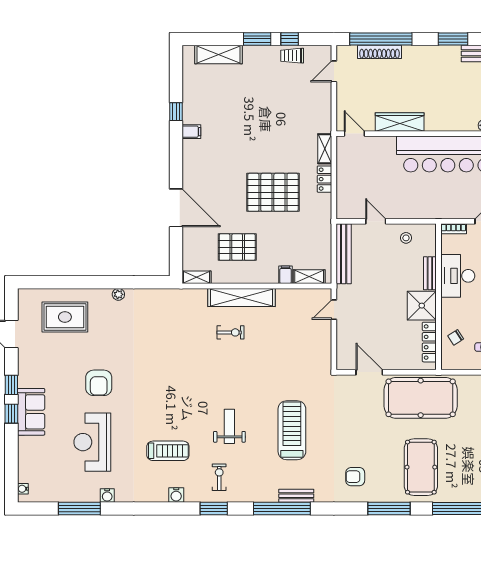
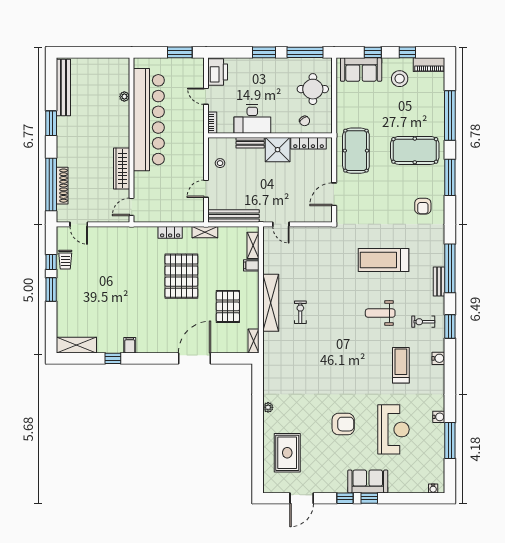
shelving: (218, 55) -> (76, 345), moved, turned 90
shelving: (325, 149) -> (205, 232), moved
pool table: (421, 398) -> (356, 151), width x0.73, depth x0.76
reception desk: (92, 442) -> (394, 429), turned -90
bench: (296, 496) -> (439, 282), moved

